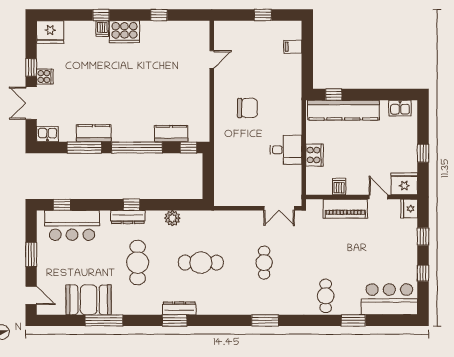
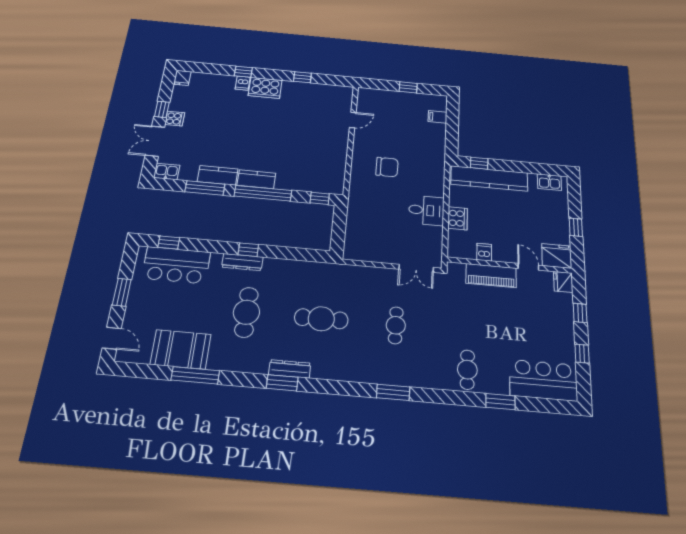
fridge: (50, 32) -> (182, 78), width x0.53, depth x0.75
kitchen counter: (171, 134) -> (256, 179), moved
plant: (172, 218) -> (293, 268), removed

